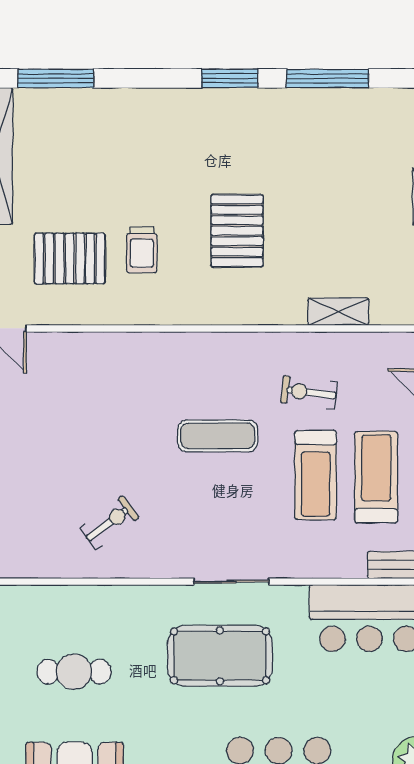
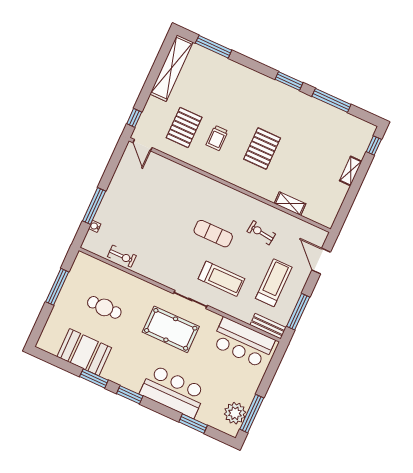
pallet: (70, 259) -> (184, 127), turned 90
treadmill: (316, 475) -> (221, 279), moved, turned -90
exercise bike: (109, 523) -> (122, 256), moved, turned 37

